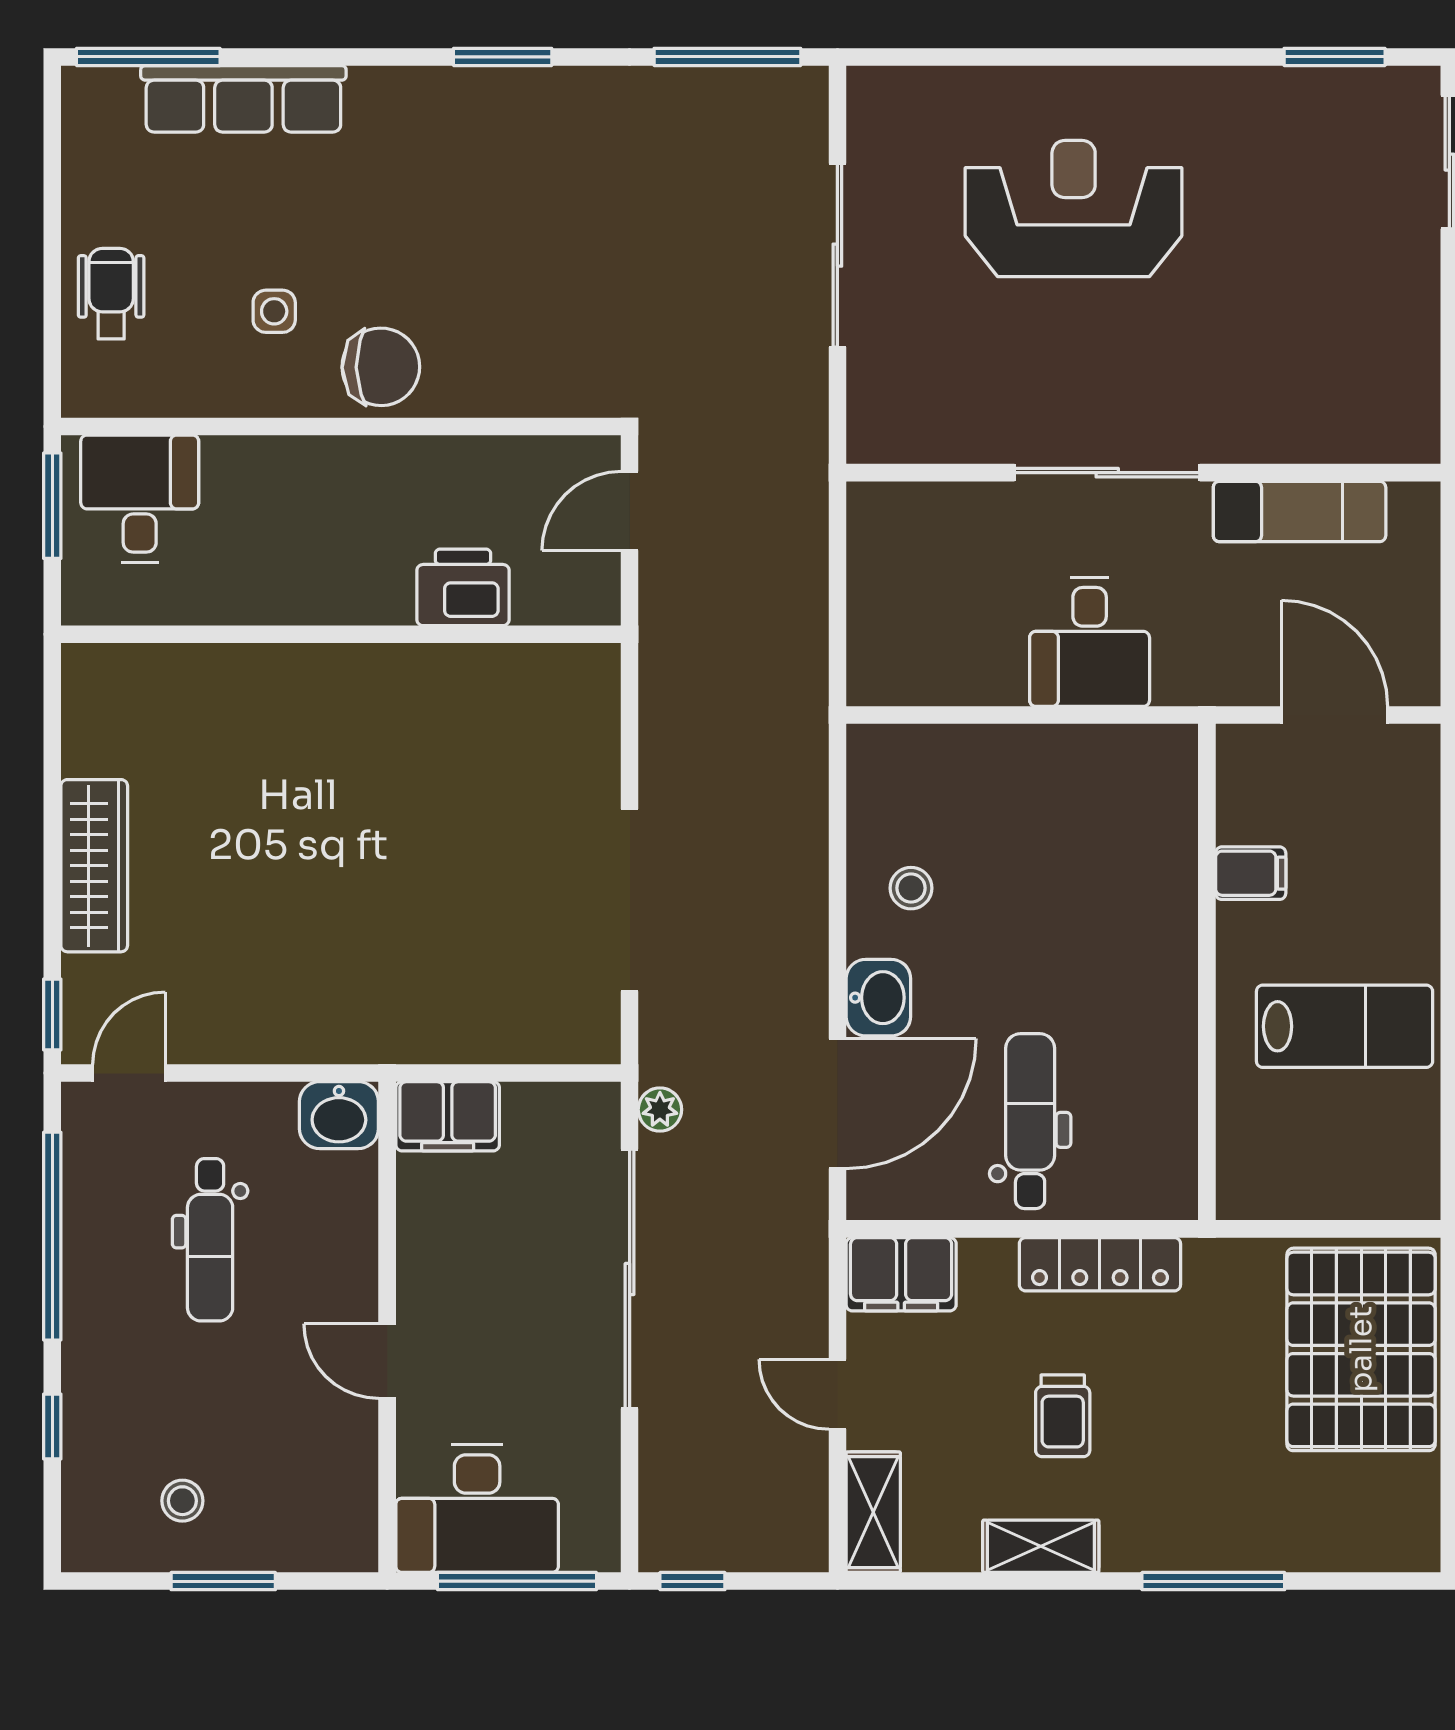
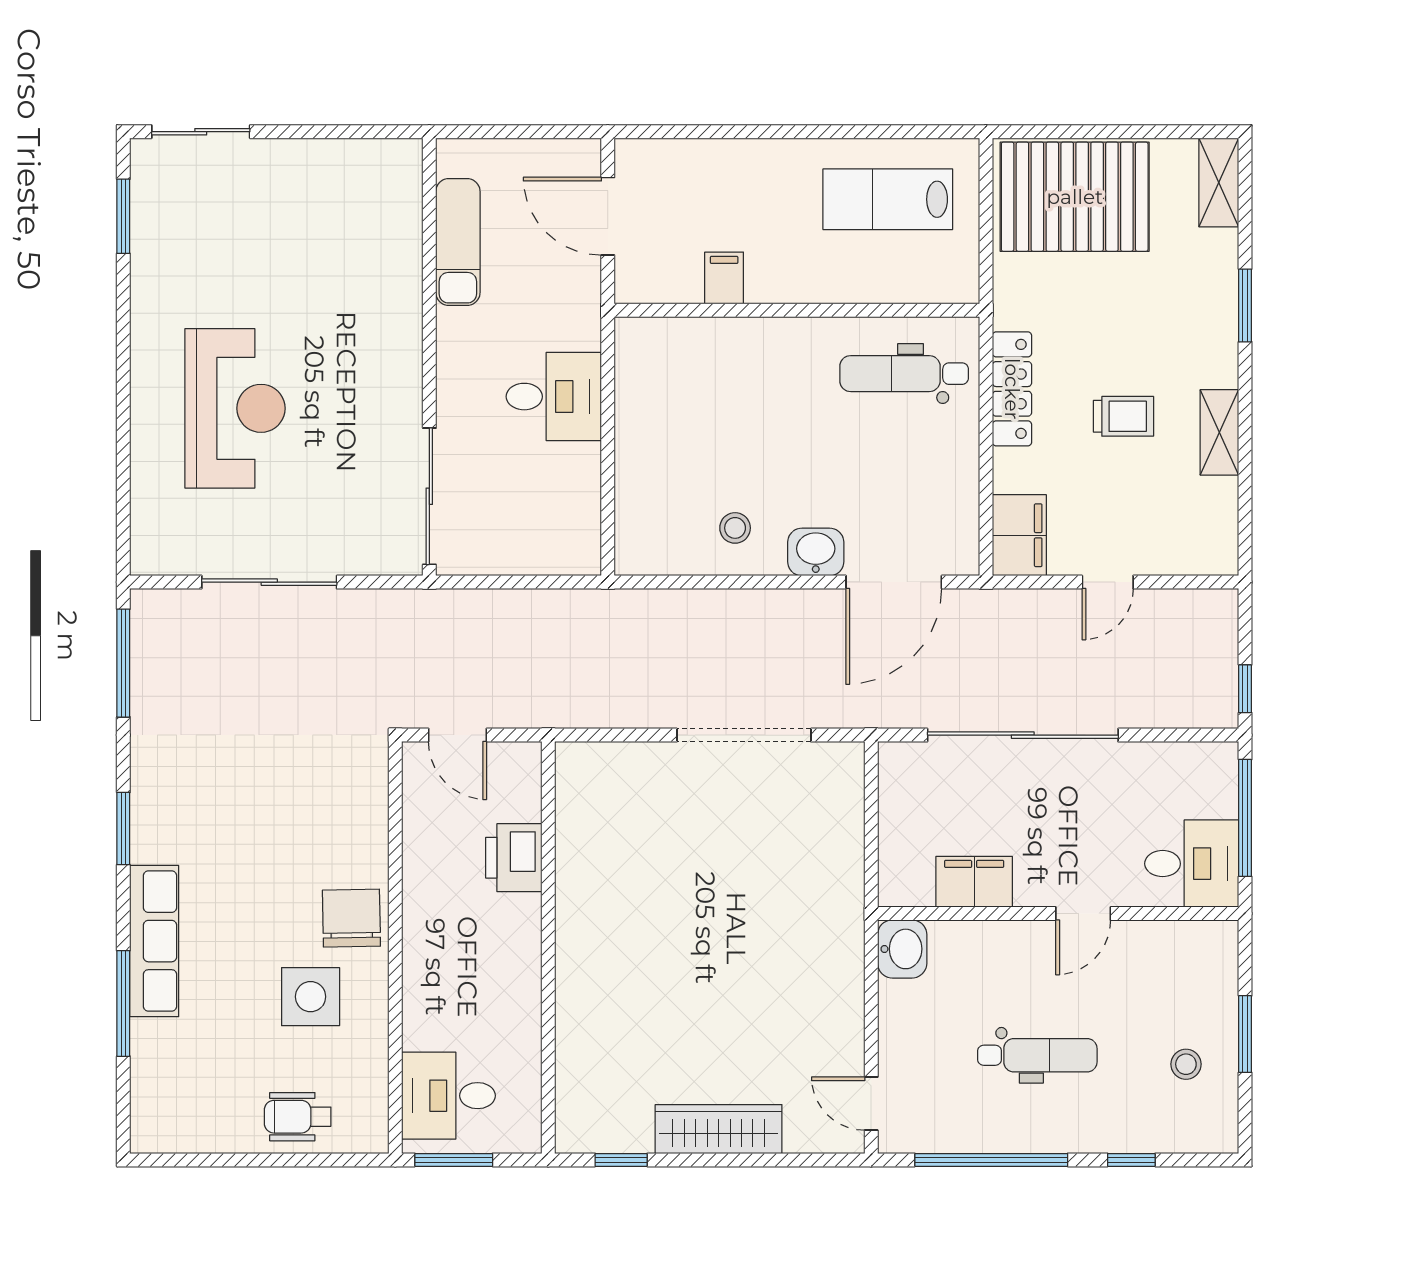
window: (148, 57) -> (123, 1003), moved
row of seats: (243, 99) -> (154, 941), moved
reception desk: (1074, 209) -> (235, 408), turned 180
side table: (274, 311) -> (311, 997), width x1.87, depth x1.87
sliding door: (1107, 473) -> (429, 496), moved
door: (1335, 715) -> (608, 216), hinge flipped
window: (52, 1014) -> (621, 1160), moved
lab bench: (1345, 1026) -> (888, 199), moved, turned -90
door: (837, 1104) -> (894, 582), swing flipped
plant: (660, 1110) -> (898, 713), removed
filing cabinet: (448, 1116) -> (974, 882), moved, turned -90
dental chair: (1030, 1121) -> (904, 374), moved
dental chair: (210, 1240) -> (1037, 1055), moved
desk: (477, 1509) -> (1192, 864), width x0.73
shelving: (873, 1512) -> (1219, 182), moved, turned 90
window: (1213, 1581) -> (1245, 305), width x0.69

